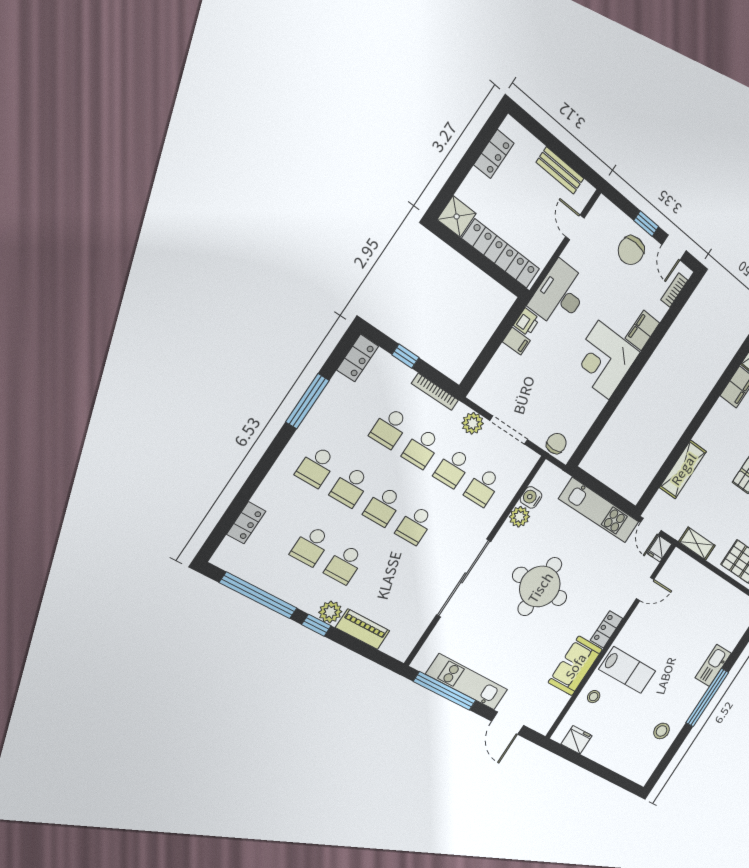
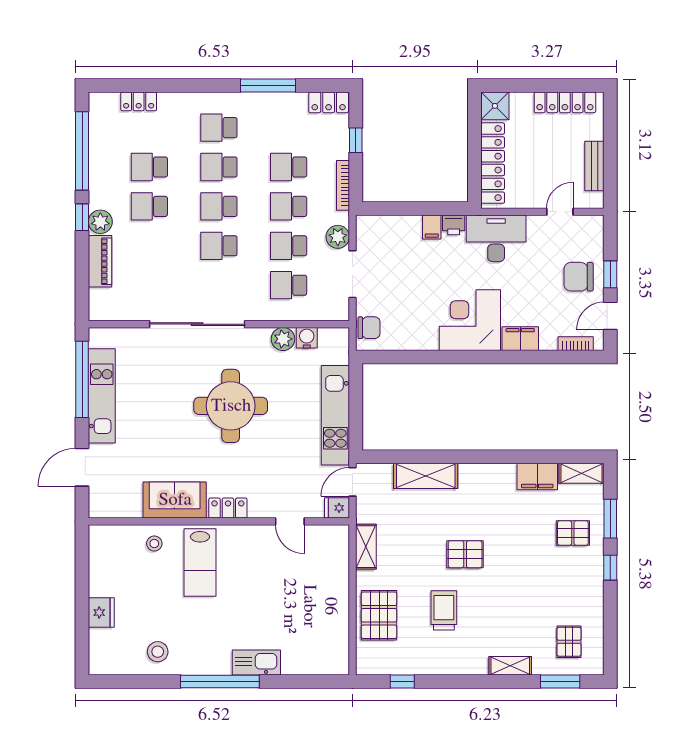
locker: (494, 154) -> (565, 102), width x1.53
fridge: (577, 740) -> (101, 613), moved

